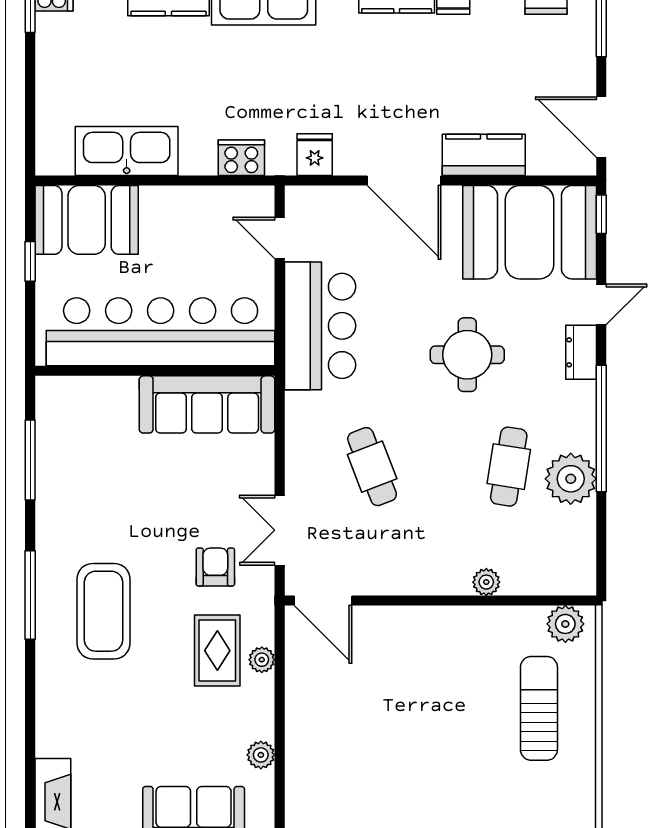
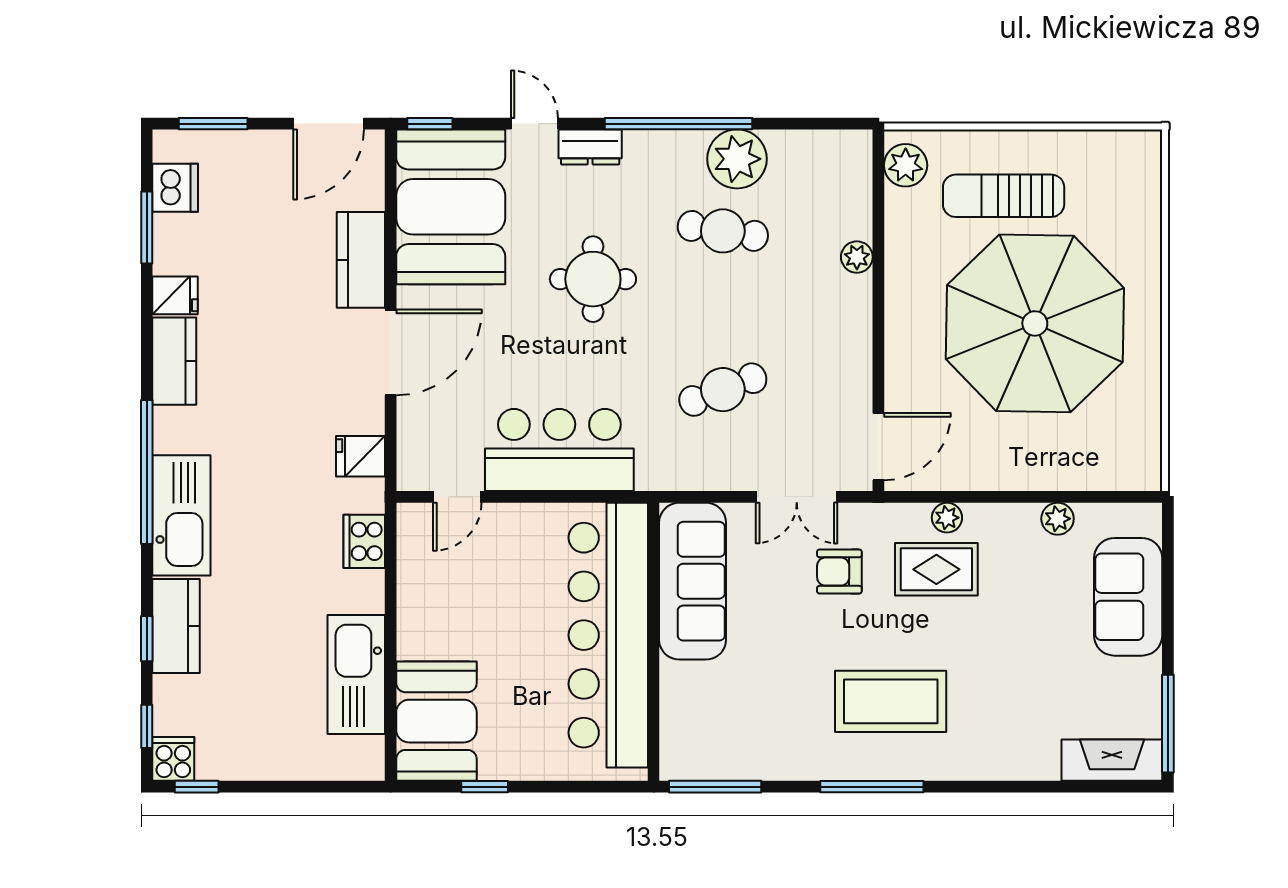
bar counter: (161, 332) -> (608, 635), moved
wall: (155, 371) -> (654, 642), moved
sofa: (207, 404) -> (693, 581), moved
parasol: (429, 735) -> (1035, 323), added

